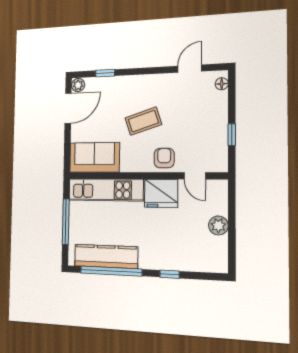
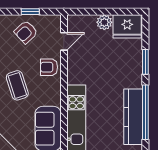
armchair: (207, 130) -> (26, 32), added
fridge: (161, 193) -> (127, 26), moved, turned 90
window: (170, 274) -> (145, 62), width x1.50

